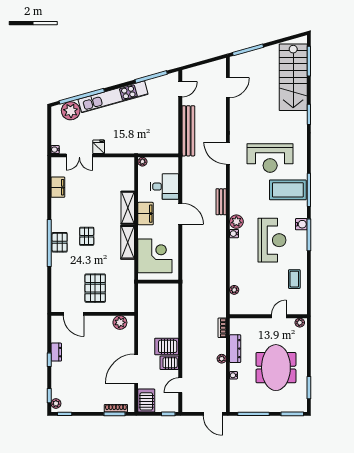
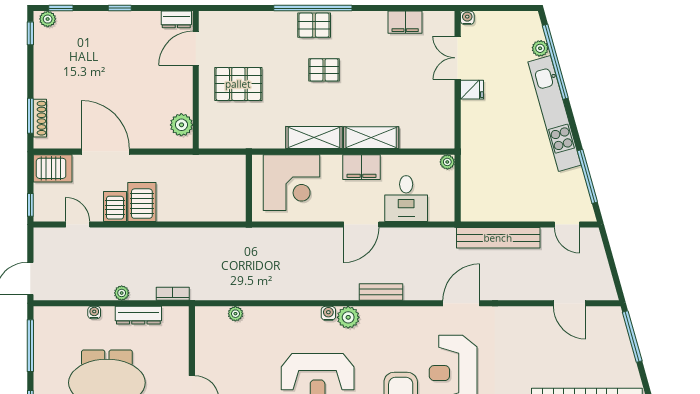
plant: (71, 111) -> (540, 48), width x0.53, depth x0.53
dresser: (56, 352) -> (176, 19), moved

